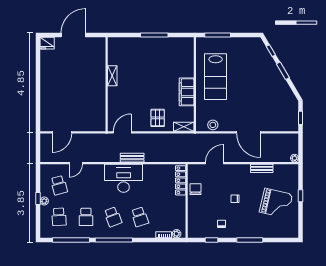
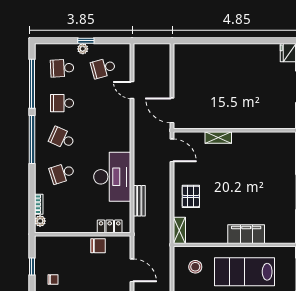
shelving: (112, 76) -> (218, 137), moved
filing cabinet: (187, 92) -> (246, 234), moved
pallet: (158, 118) -> (191, 196), turned 90
stool: (213, 125) -> (195, 267), moved
door: (62, 132) -> (172, 110), moved
bench: (132, 158) -> (139, 201), moved
desk: (124, 178) -> (112, 177), moved
locker: (181, 180) -> (110, 226), width x0.66
school desk: (113, 217) -> (62, 138), turned 45

